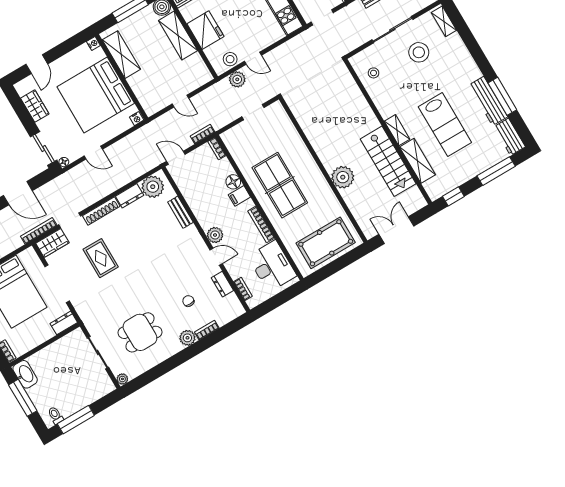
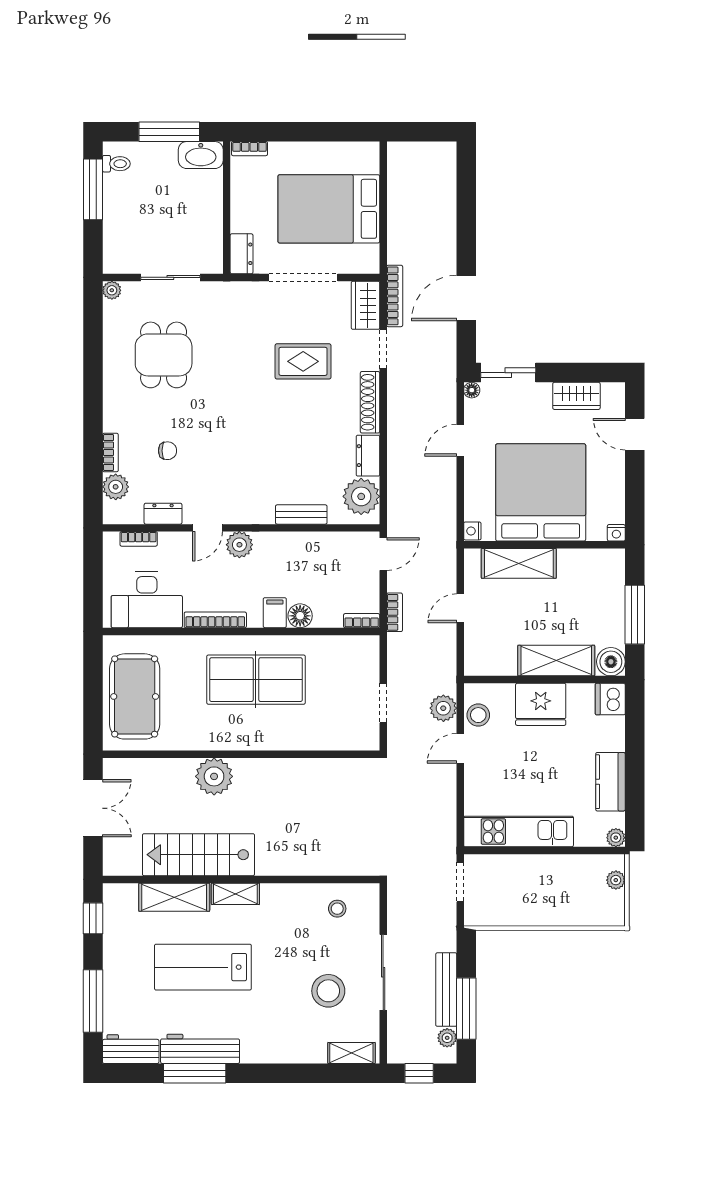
shelving: (121, 55) -> (519, 563), moved
plant: (187, 338) -> (116, 487), moved

